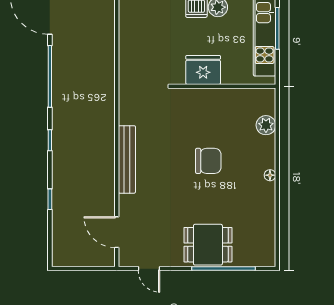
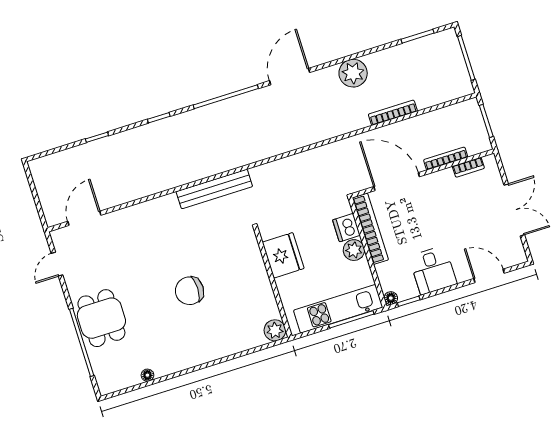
plant: (266, 125) -> (275, 330), moved
bench: (127, 159) -> (214, 189), moved
chair: (208, 161) -> (189, 291), turned 90
floor lamp: (270, 175) -> (147, 375), moved

